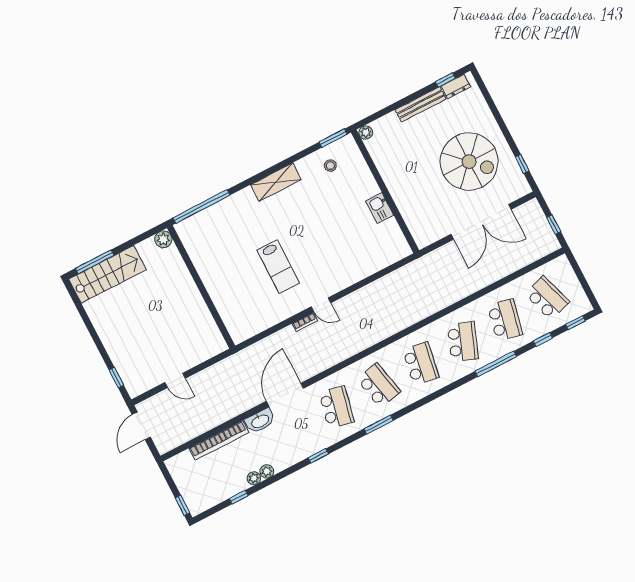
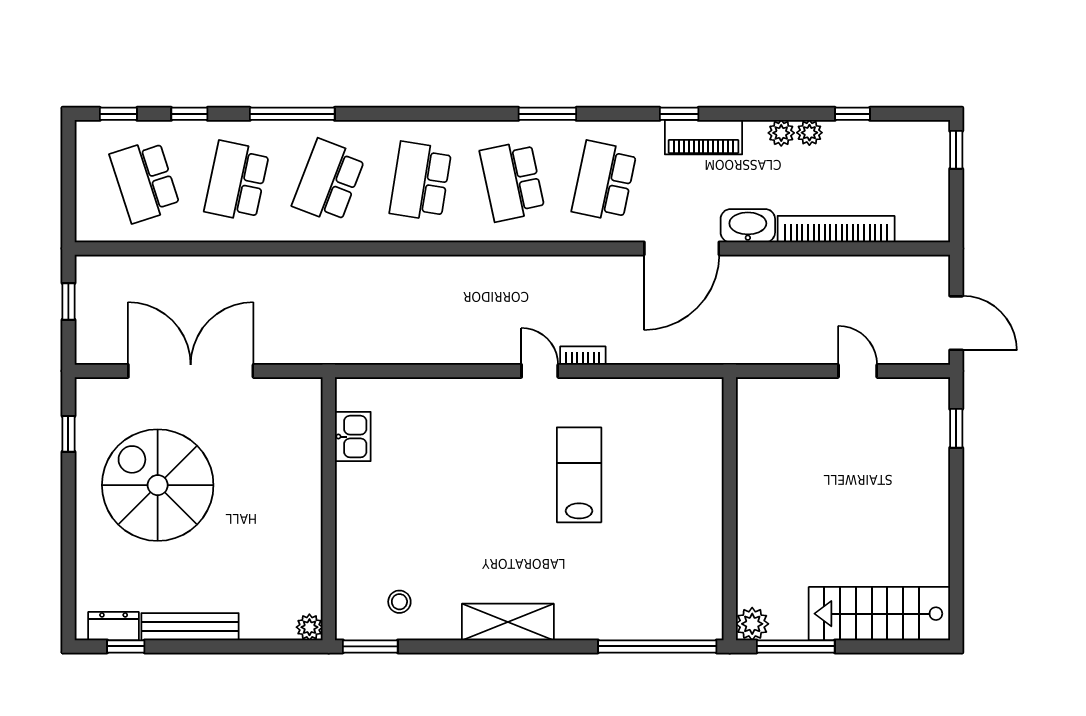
kitchen sink: (380, 208) -> (353, 437), moved
window: (95, 262) -> (796, 646), moved
door: (141, 426) -> (956, 323), hinge flipped
piano: (301, 451) -> (703, 137), added

